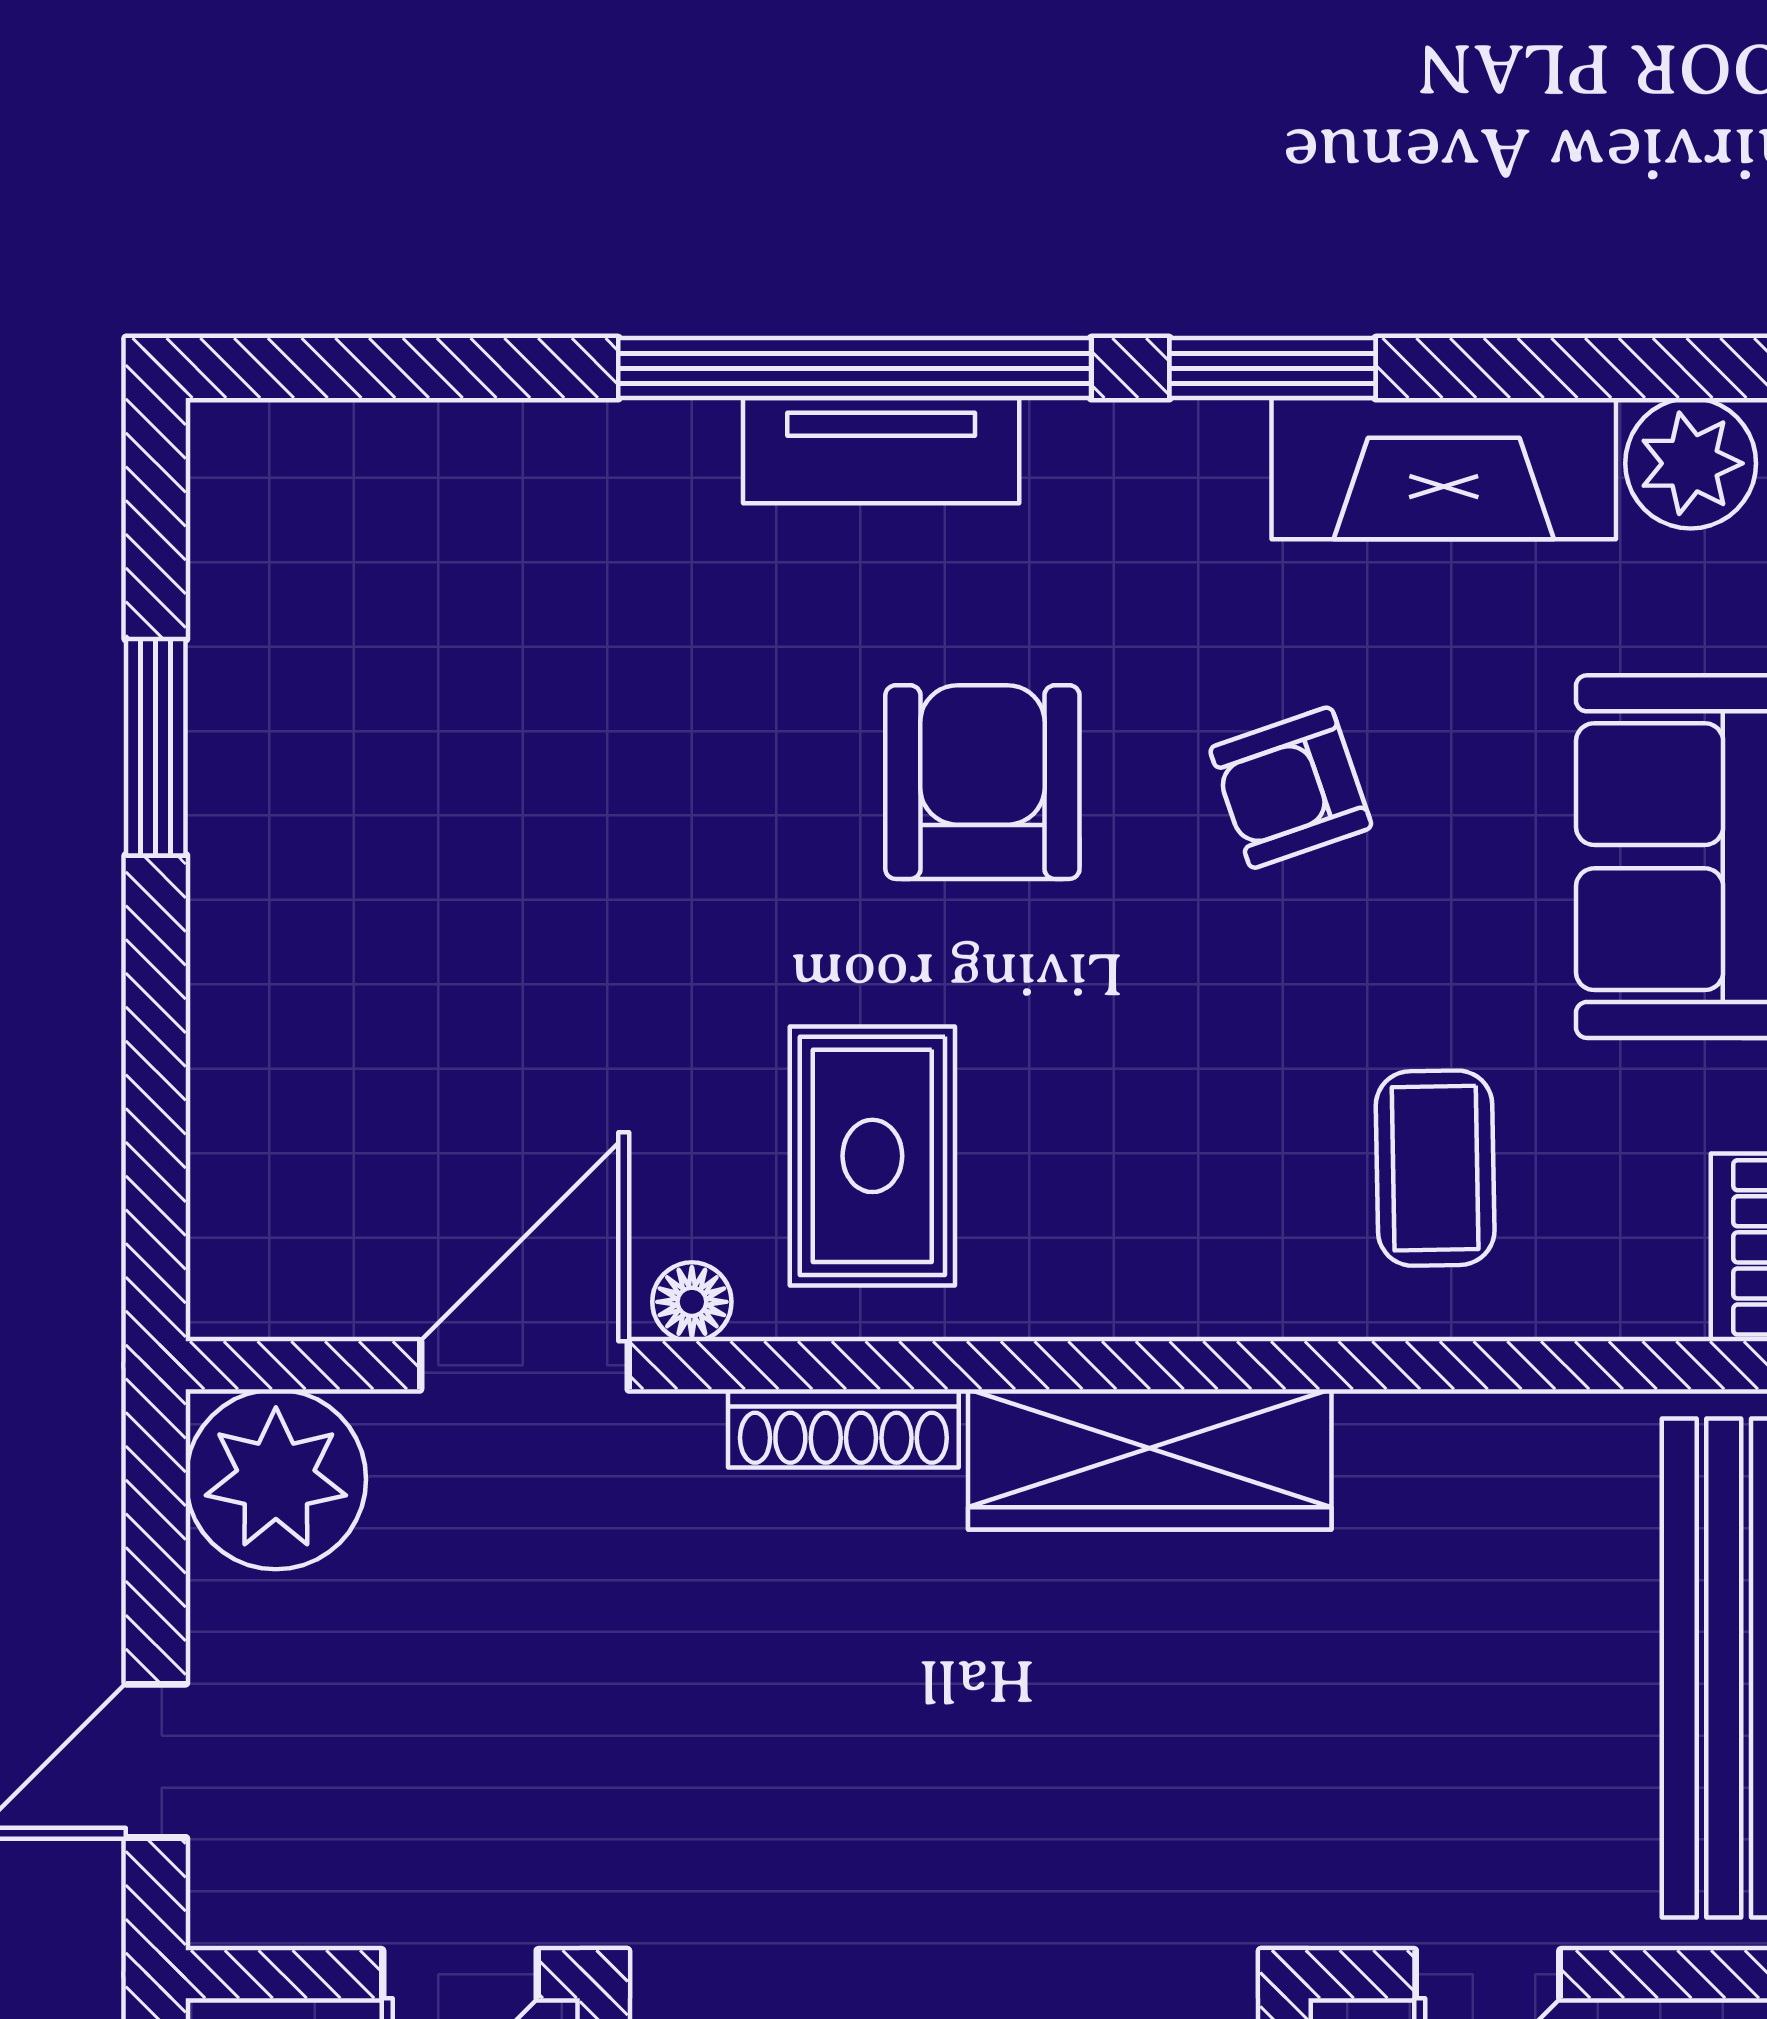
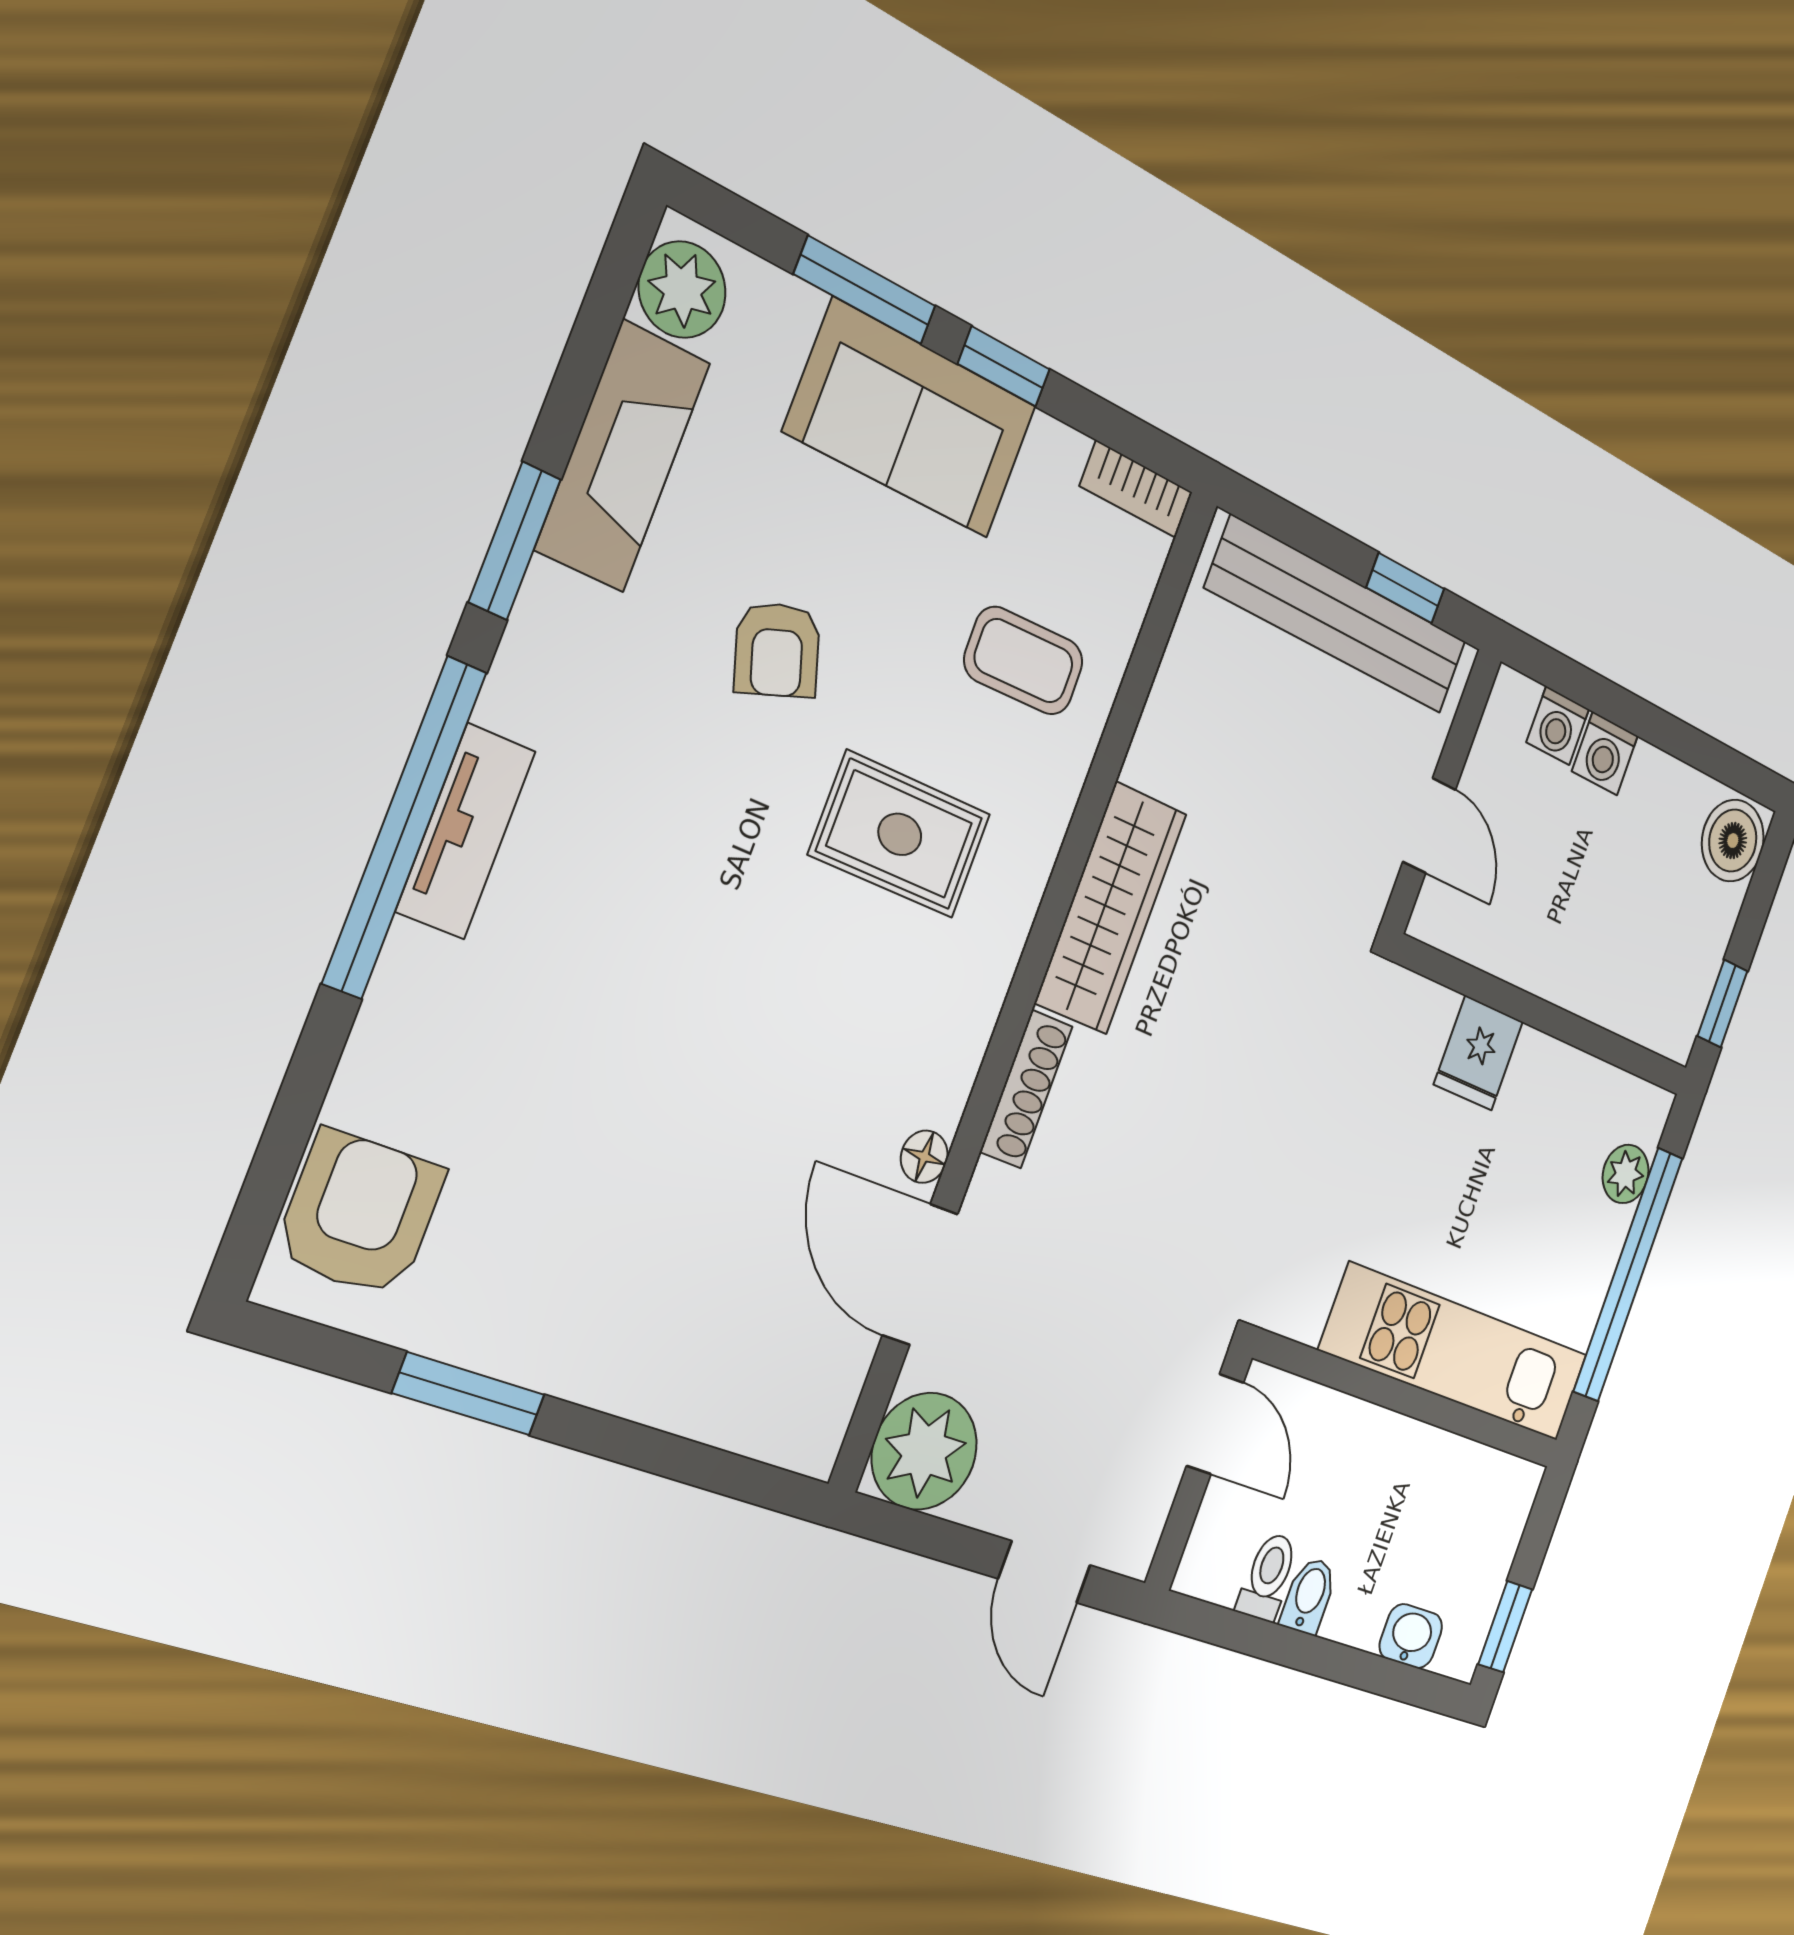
armchair: (982, 782) -> (360, 1214), moved, turned 90
rug: (872, 1156) -> (900, 834), moved

